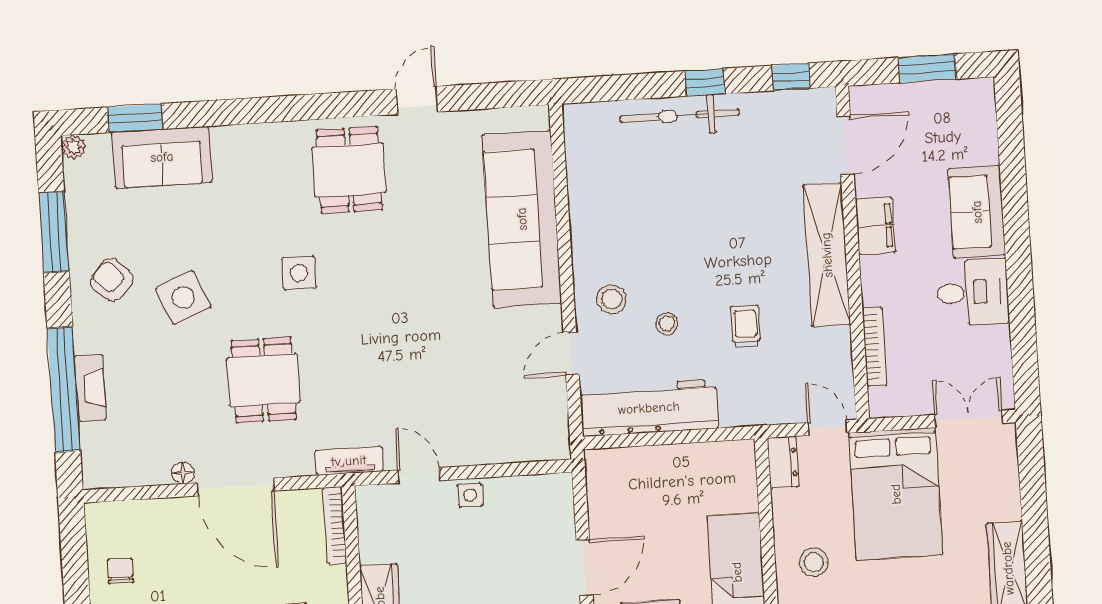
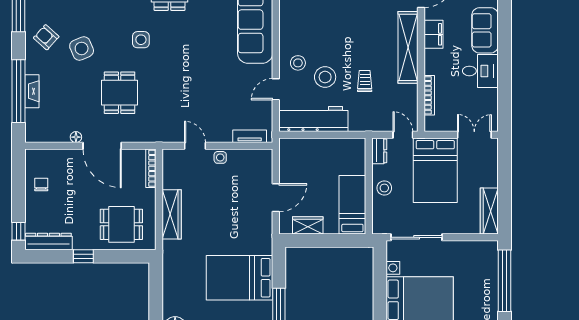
stool: (667, 324) -> (325, 77), width x1.89, depth x1.89
tv unit: (349, 461) -> (250, 136), moved
stool: (814, 562) -> (384, 188), moved

